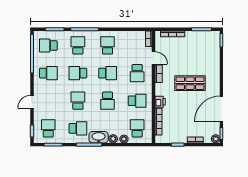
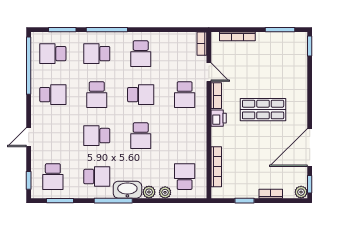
school desk: (78, 45) -> (97, 54), turned -90
school desk: (108, 45) -> (141, 54), turned 180
school desk: (78, 73) -> (97, 95), turned -90
school desk: (78, 101) -> (97, 136), turned -90
school desk: (137, 101) -> (185, 136), removed
printer: (160, 102) -> (219, 118), moved
school desk: (48, 128) -> (53, 177), turned 180

